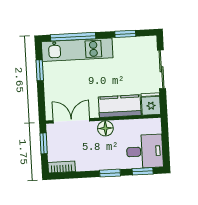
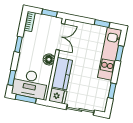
window: (73, 37) -> (120, 53), width x0.46
window: (166, 145) -> (26, 99), added
desk: (145, 151) -> (30, 84), width x1.37
window: (110, 173) -> (18, 44), moved

